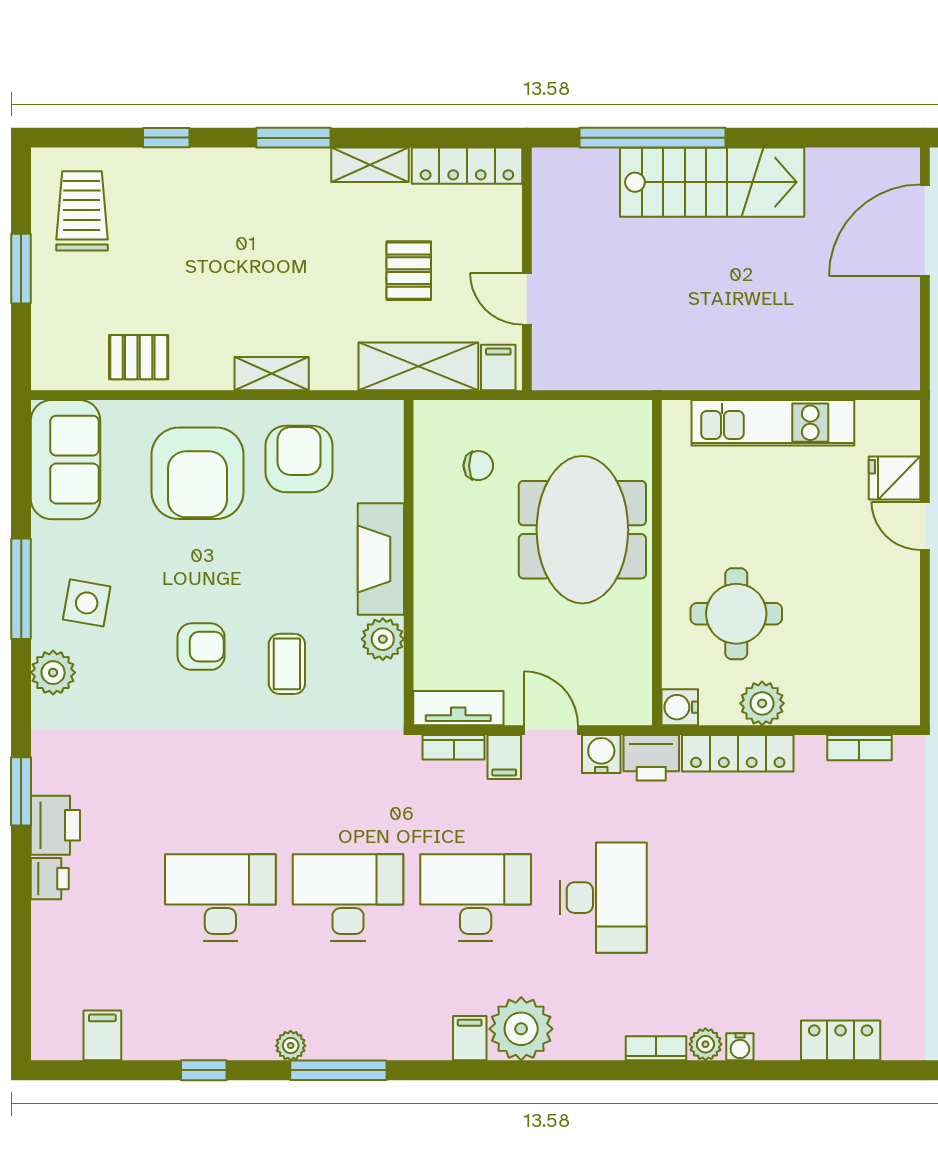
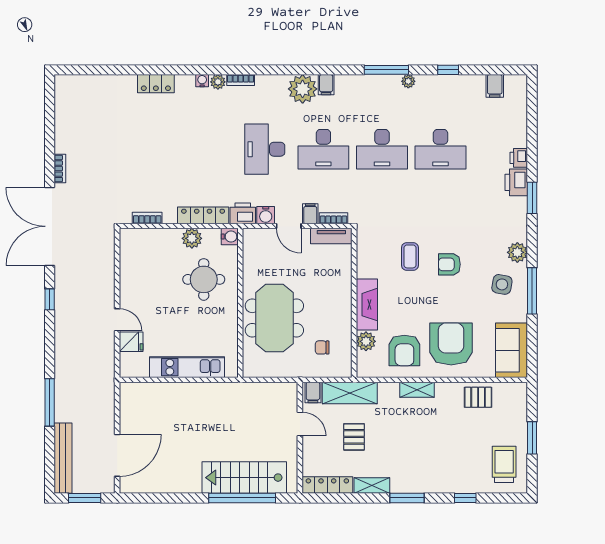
stairs: (712, 182) -> (244, 478), moved
trolley: (82, 211) -> (504, 464), turned 180
plant: (383, 639) -> (366, 341), moved

